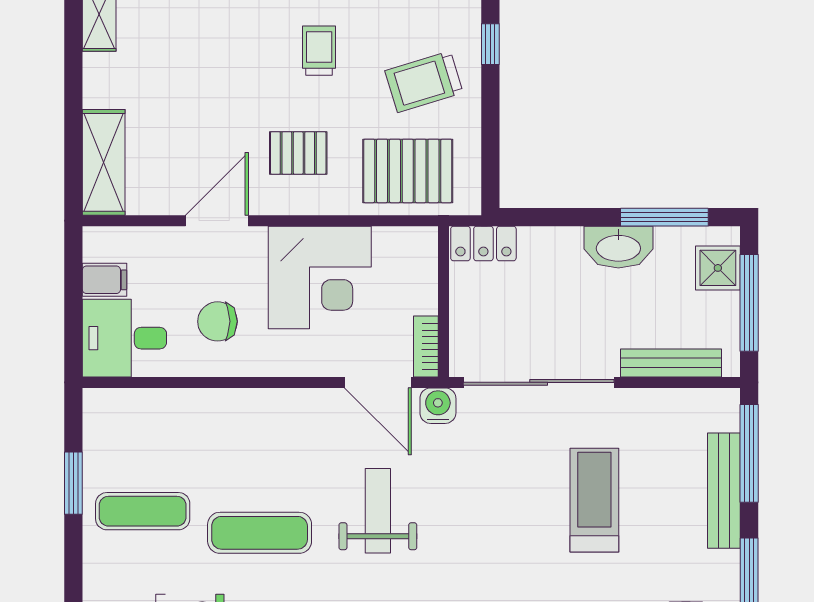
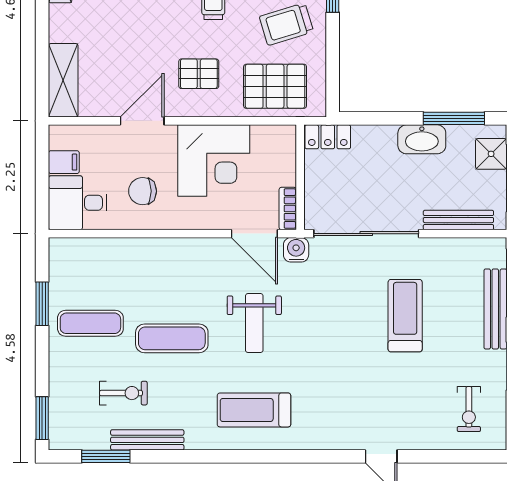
weight bench: (378, 511) -> (254, 323), turned 180

